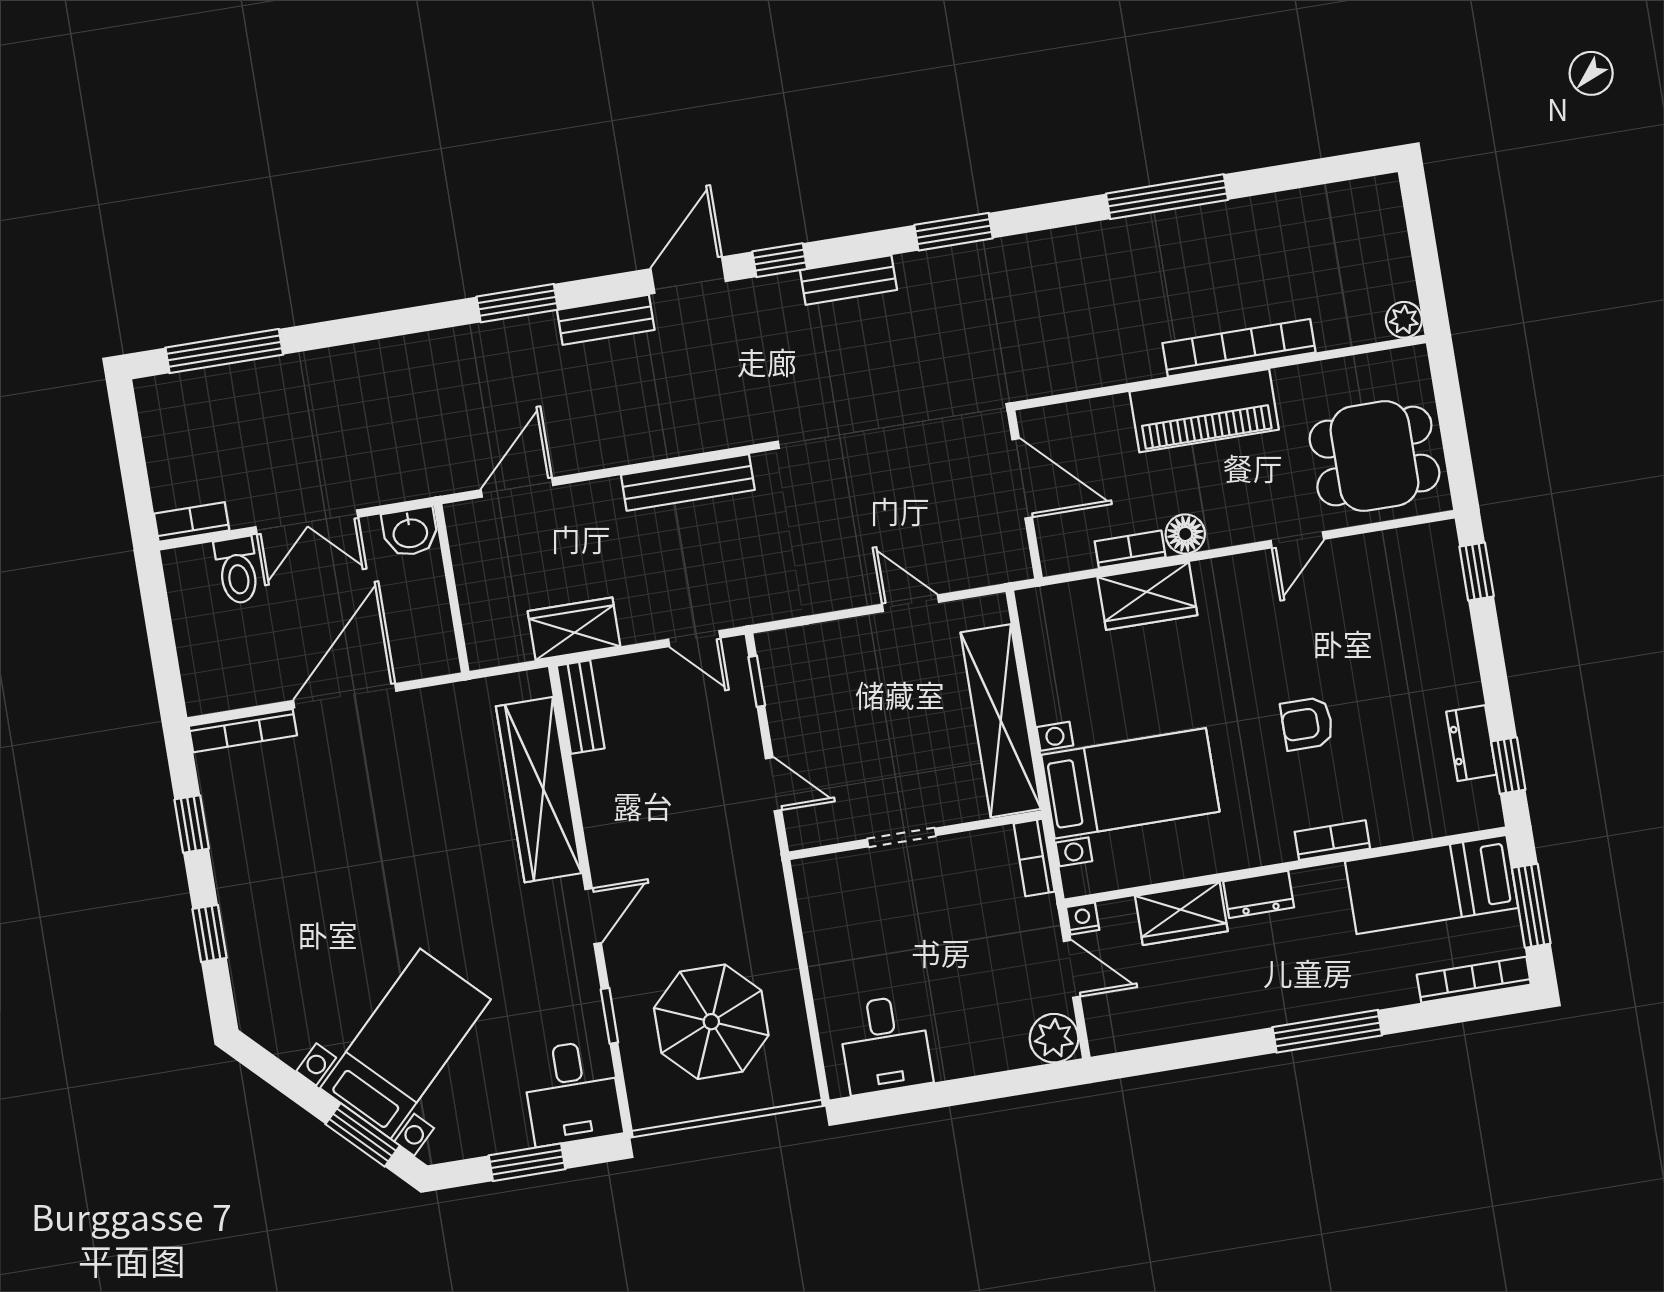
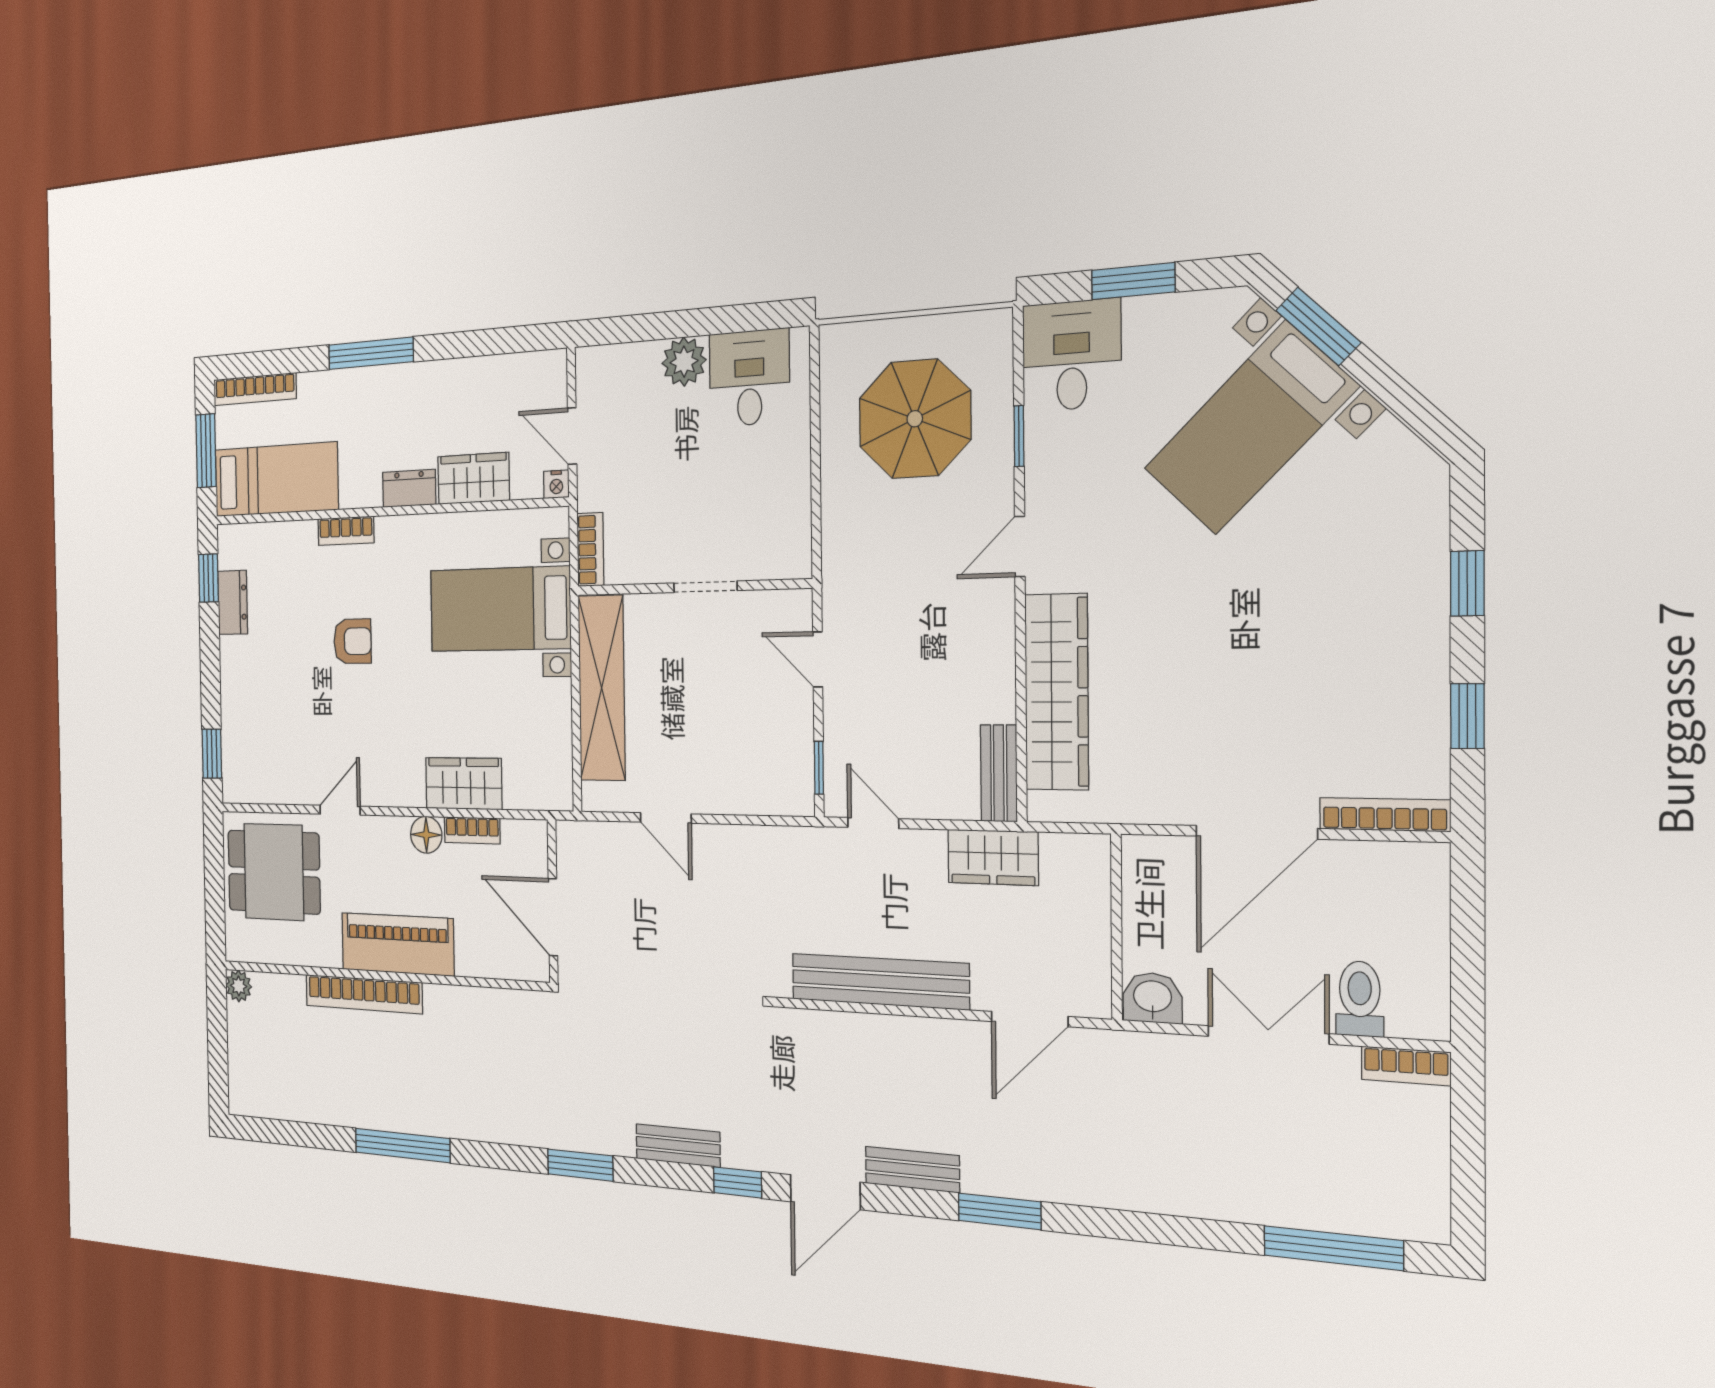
bench: (688, 482) -> (880, 981), width x1.37, depth x1.21
plant: (1054, 1038) -> (684, 362), moved

